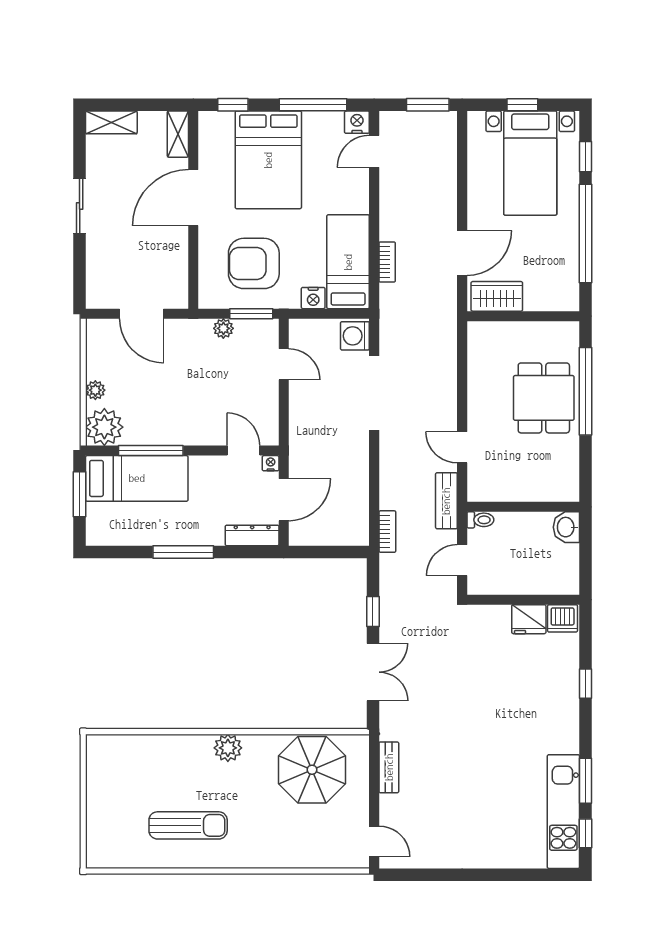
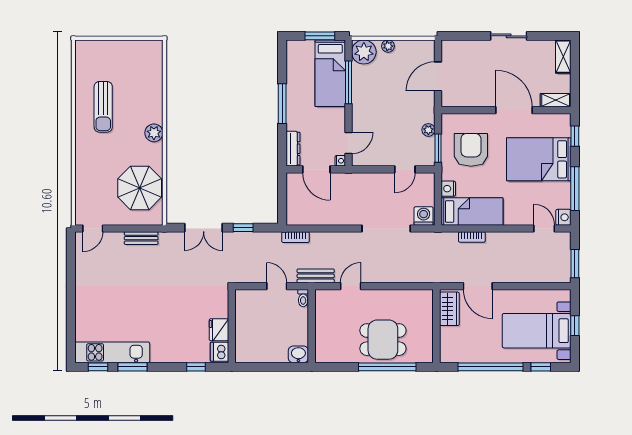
wall: (523, 600) -> (232, 326), moved
dishwasher: (563, 618) -> (219, 352), moved
fridge: (529, 619) -> (219, 330), moved

